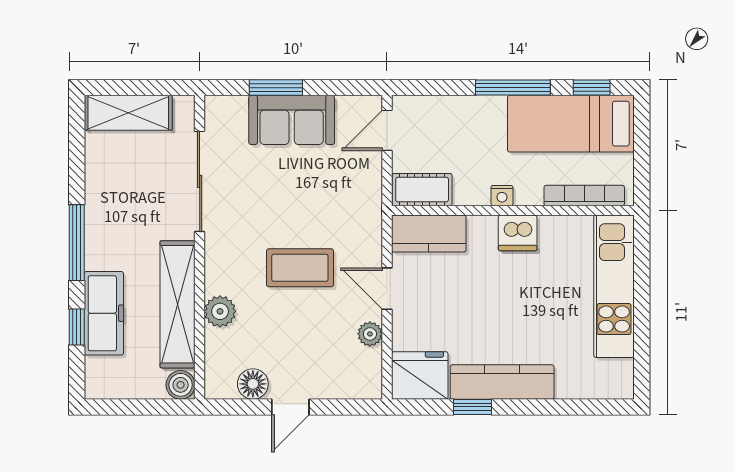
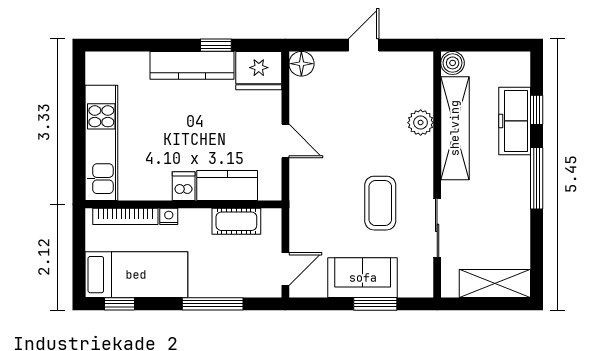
window: (513, 88) -> (213, 304), moved
sliding door: (200, 181) -> (437, 228), width x0.73
cot: (422, 190) -> (236, 221), moved
nightstand: (502, 196) -> (169, 216), moved
dishwasher: (518, 233) -> (184, 186), width x0.73
kitchen counter: (429, 234) -> (227, 186), moved
coffee table: (300, 268) -> (380, 203), moved, turned 90
plant: (370, 334) -> (299, 104), removed
floor lamp: (253, 384) -> (301, 64), moved

